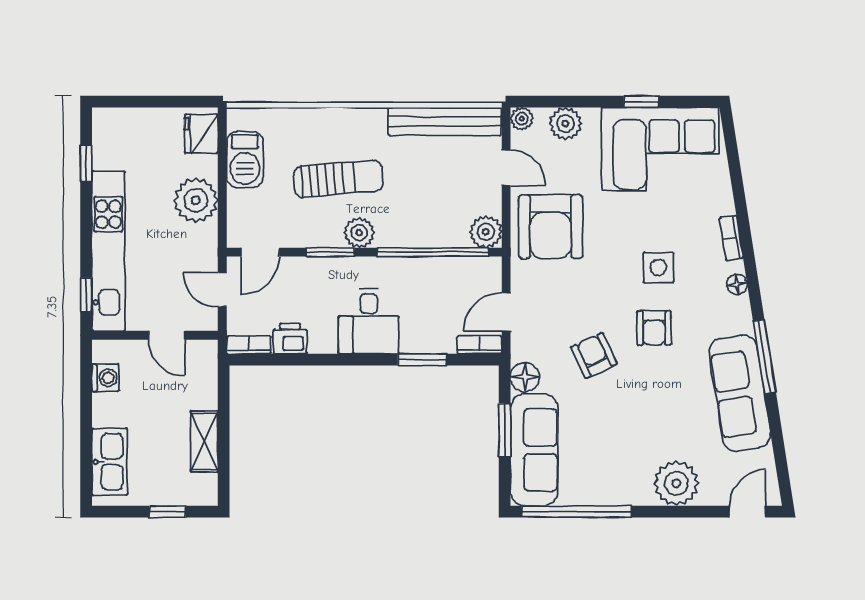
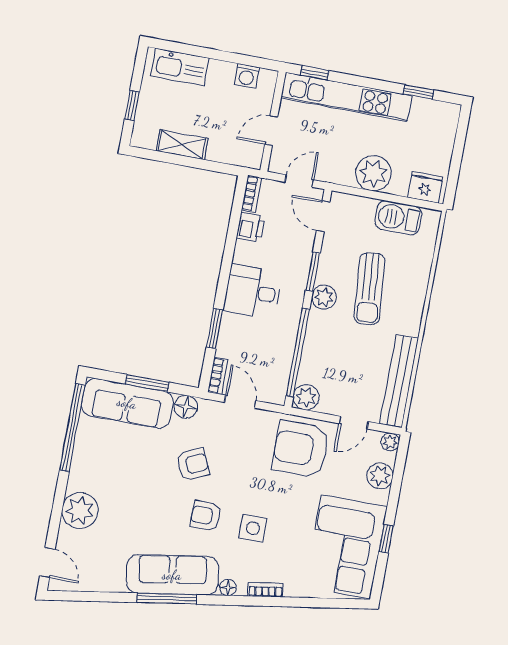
sofa: (740, 393) -> (172, 575), moved

